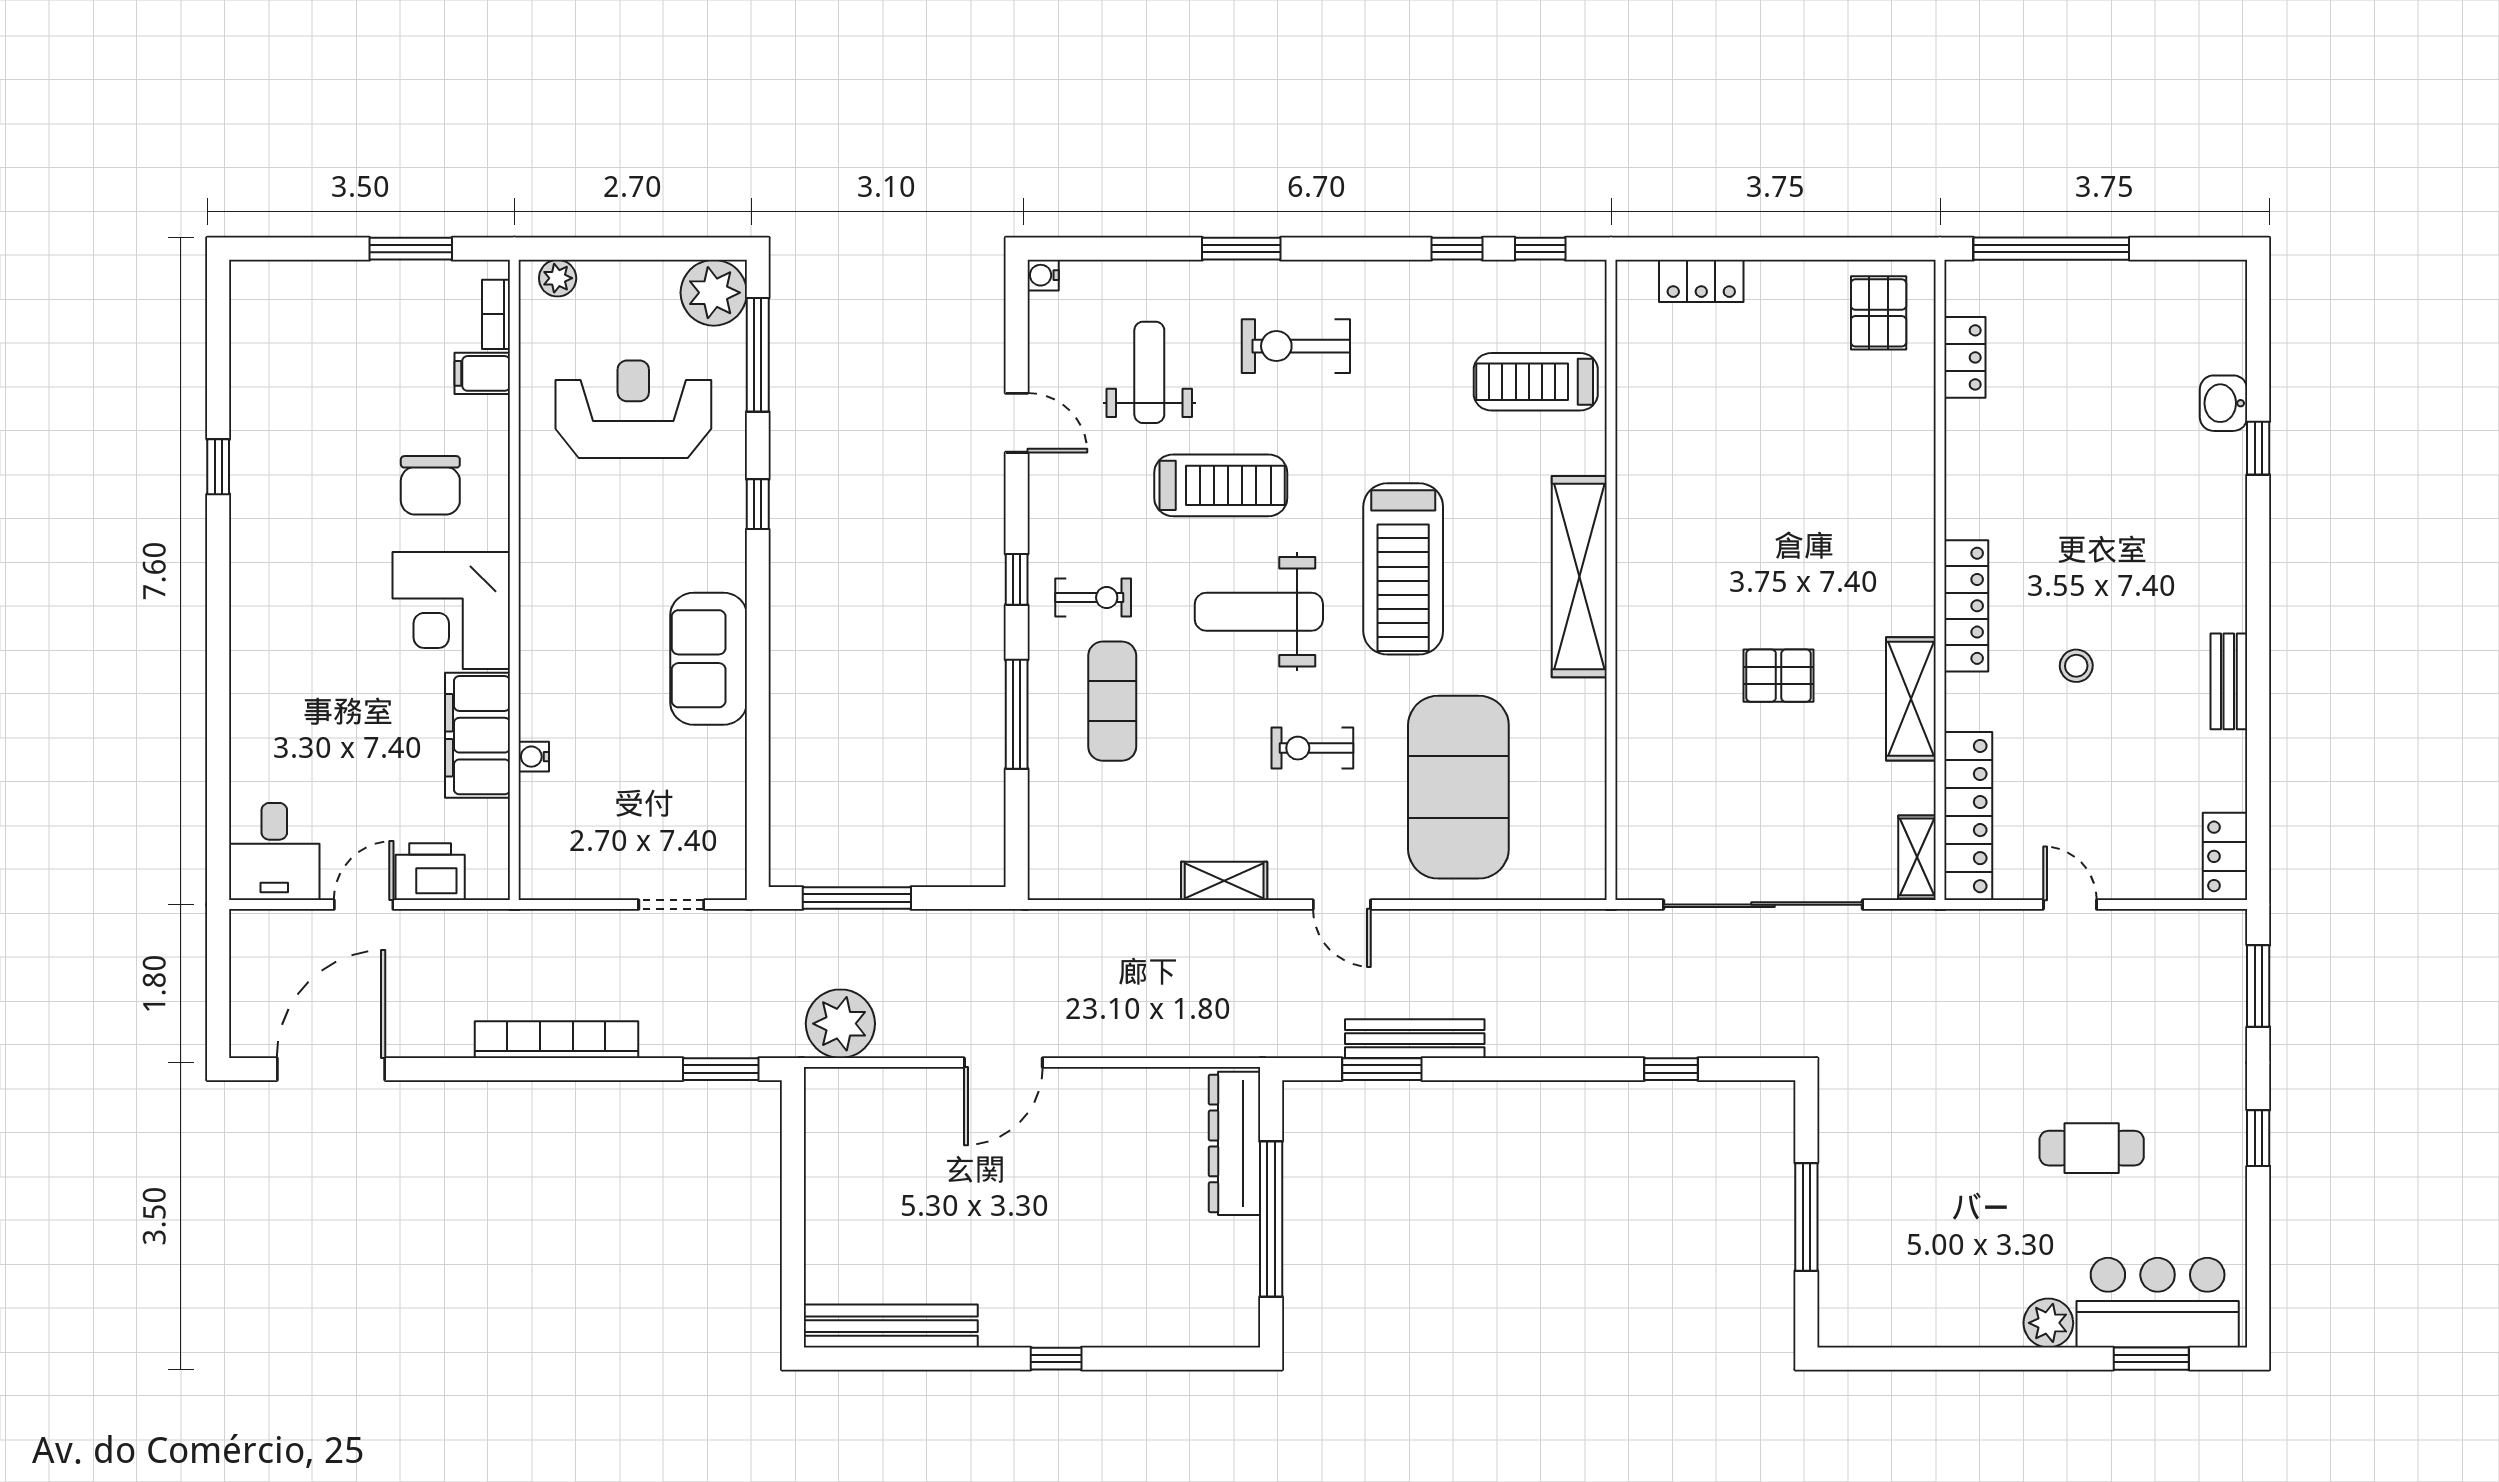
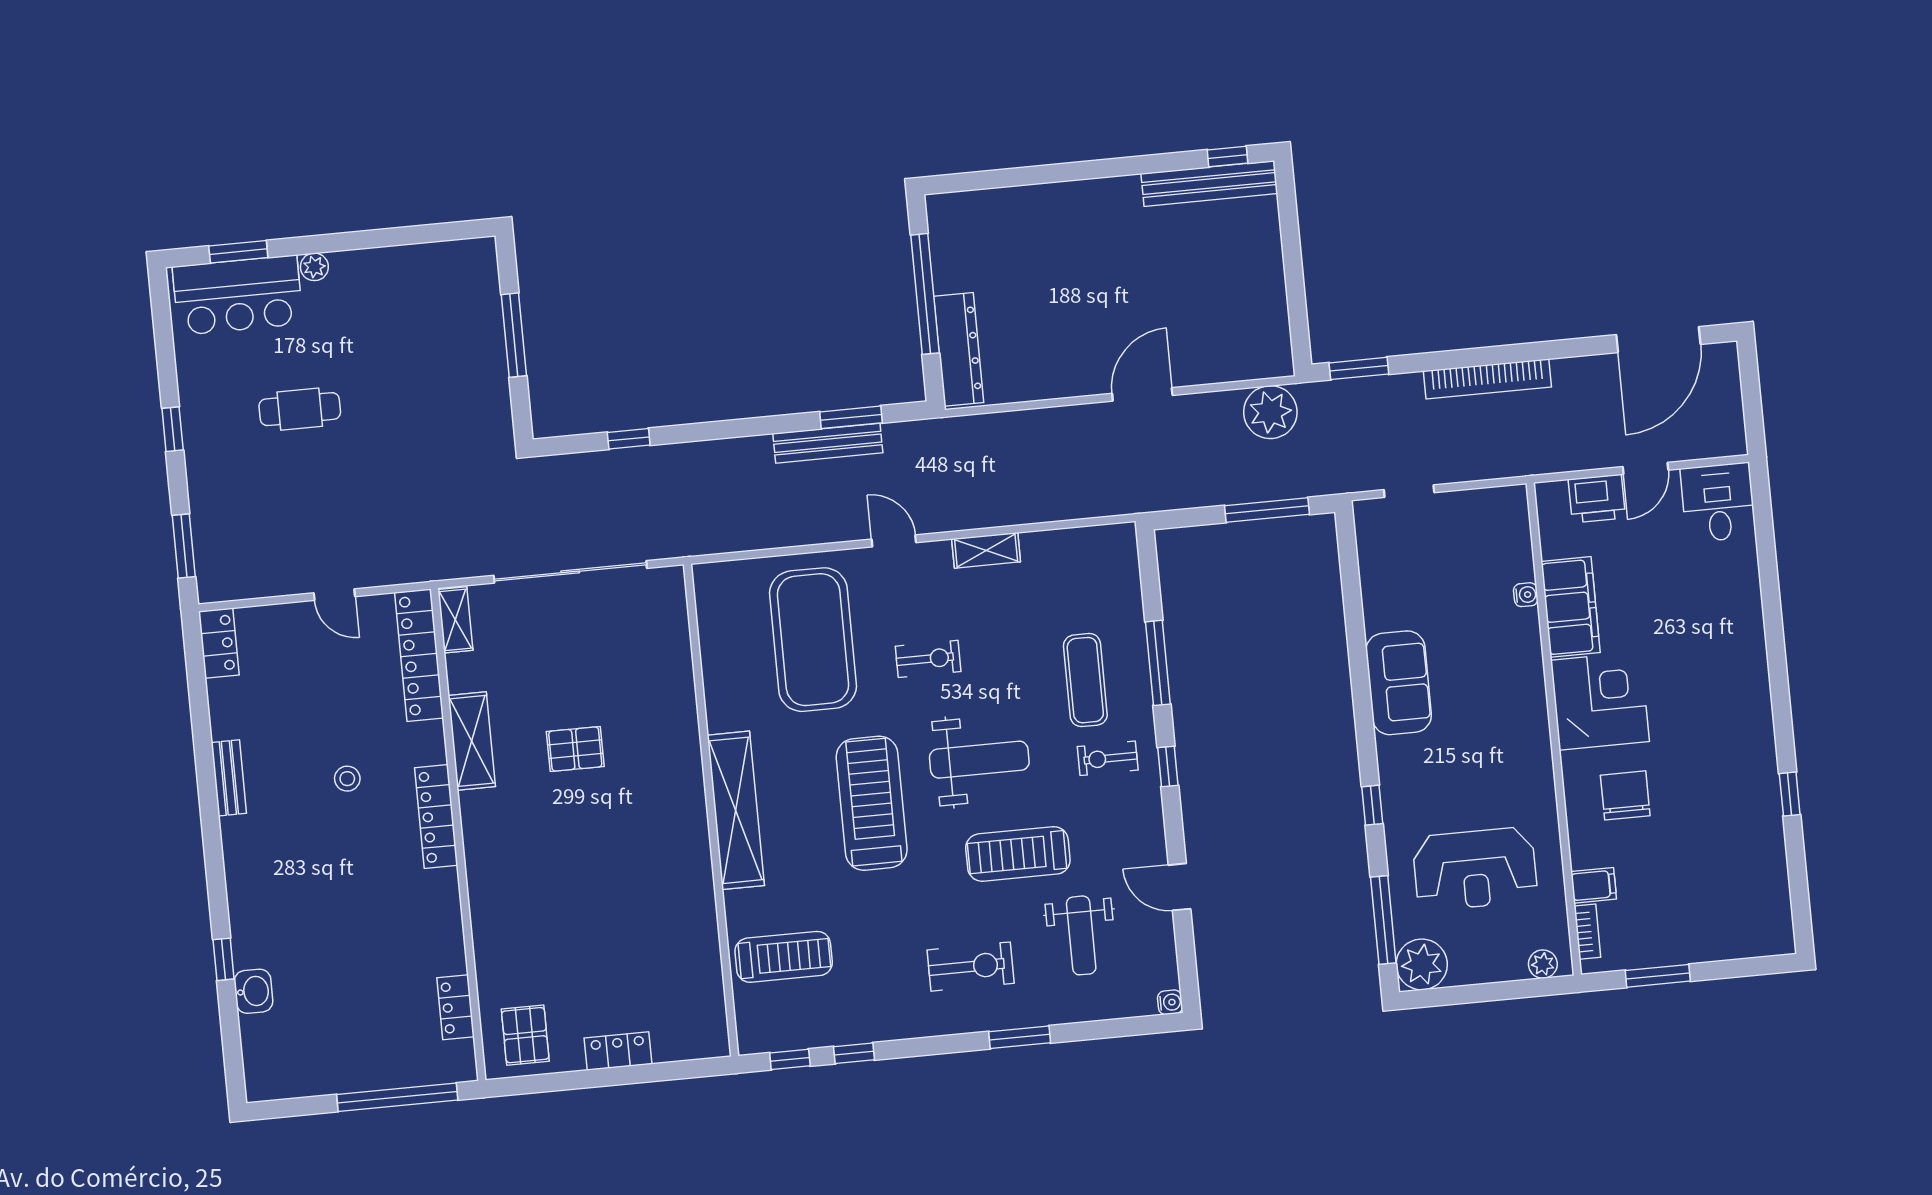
locker: (1701, 281) -> (618, 1051), moved
plant: (2048, 1323) -> (314, 267), width x0.73, depth x0.73
window: (1056, 1359) -> (1228, 157), moved

